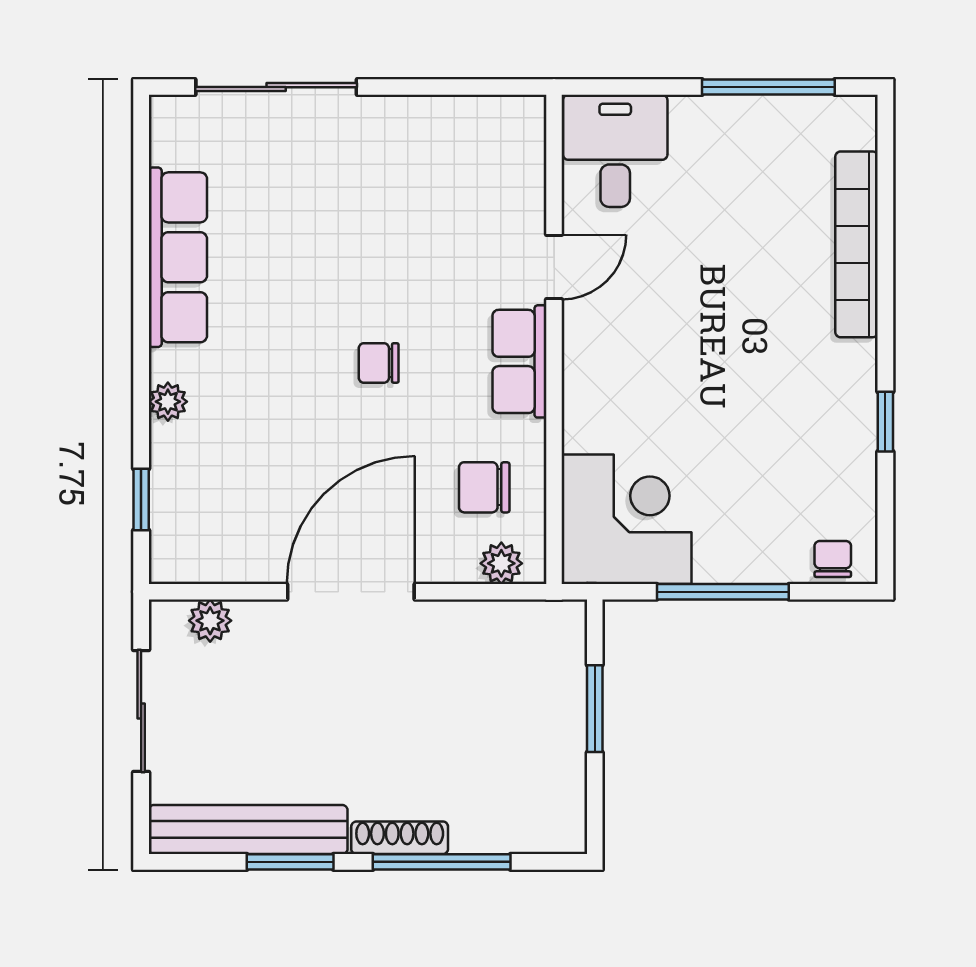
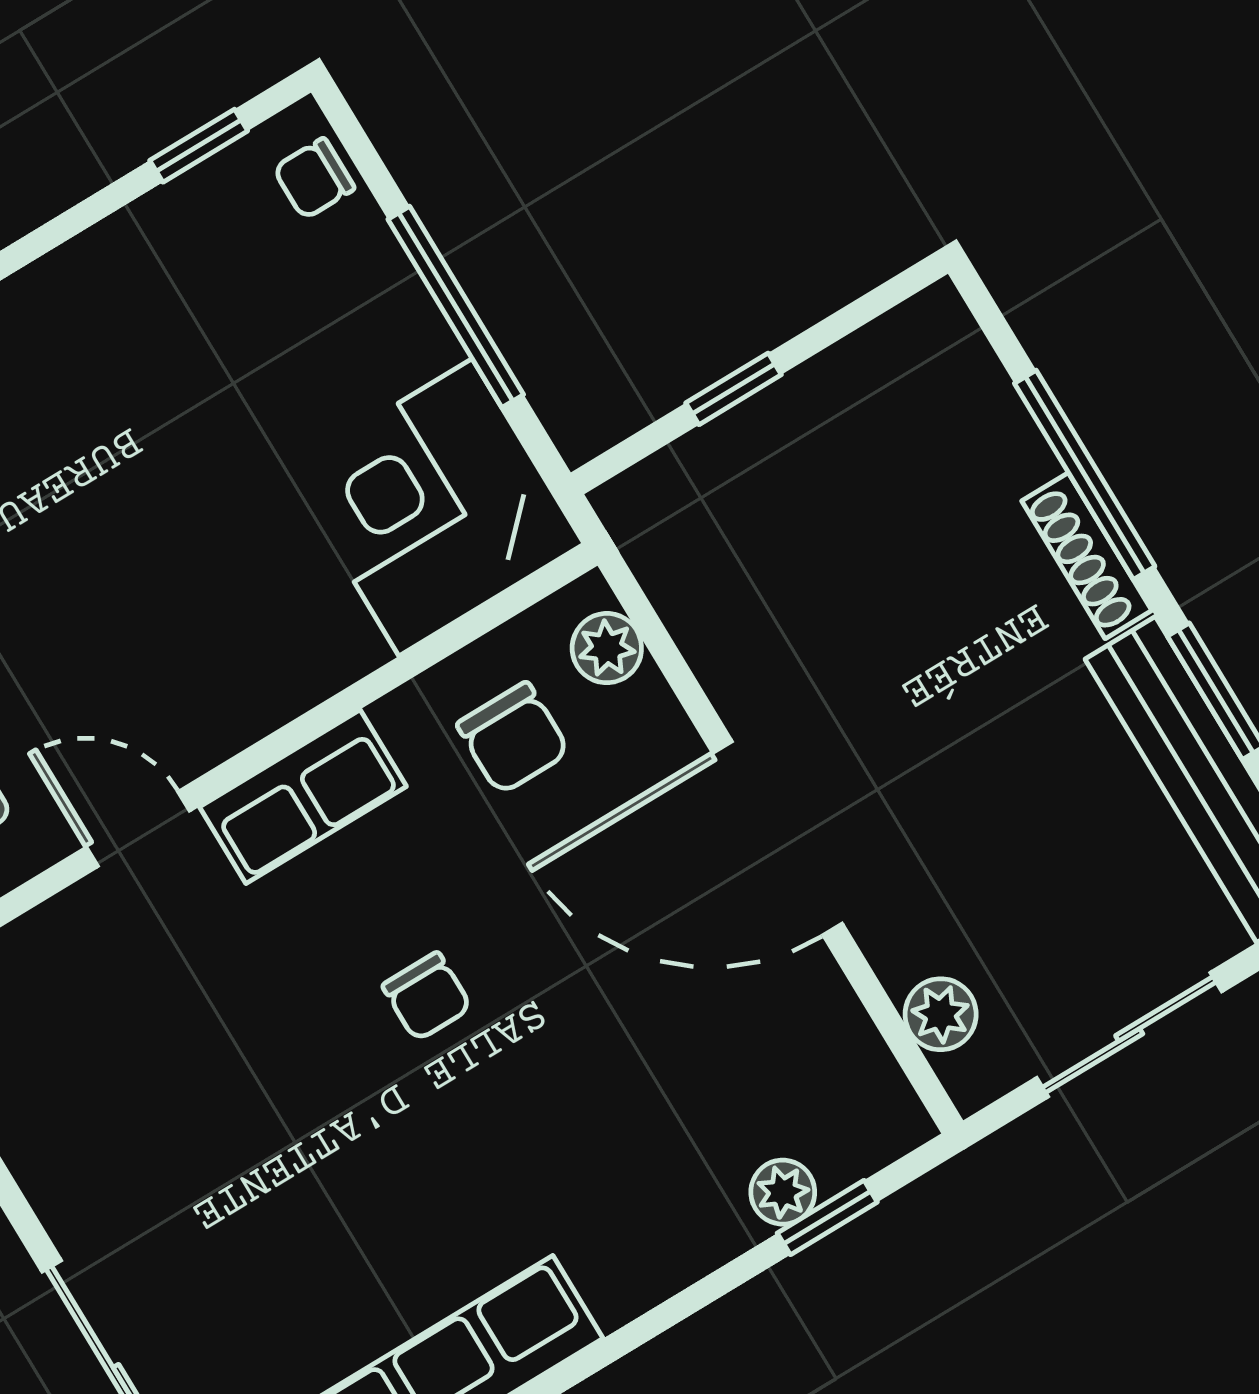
plant: (168, 402) -> (783, 1192), moved
window: (885, 422) -> (199, 146), moved
window: (595, 709) -> (734, 389), width x0.67

